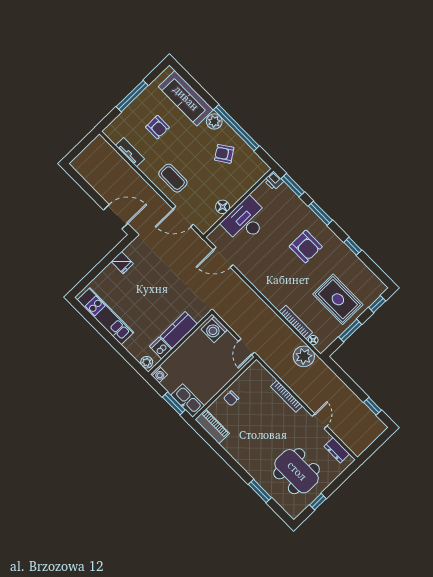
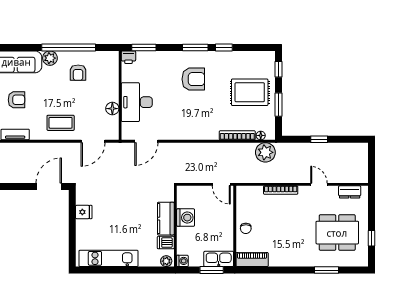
armchair: (224, 154) -> (78, 73), turned -56
window: (320, 213) -> (195, 47), moved
washing machine: (214, 330) -> (186, 218), moved, turned -90
window: (373, 406) -> (319, 139), moved

